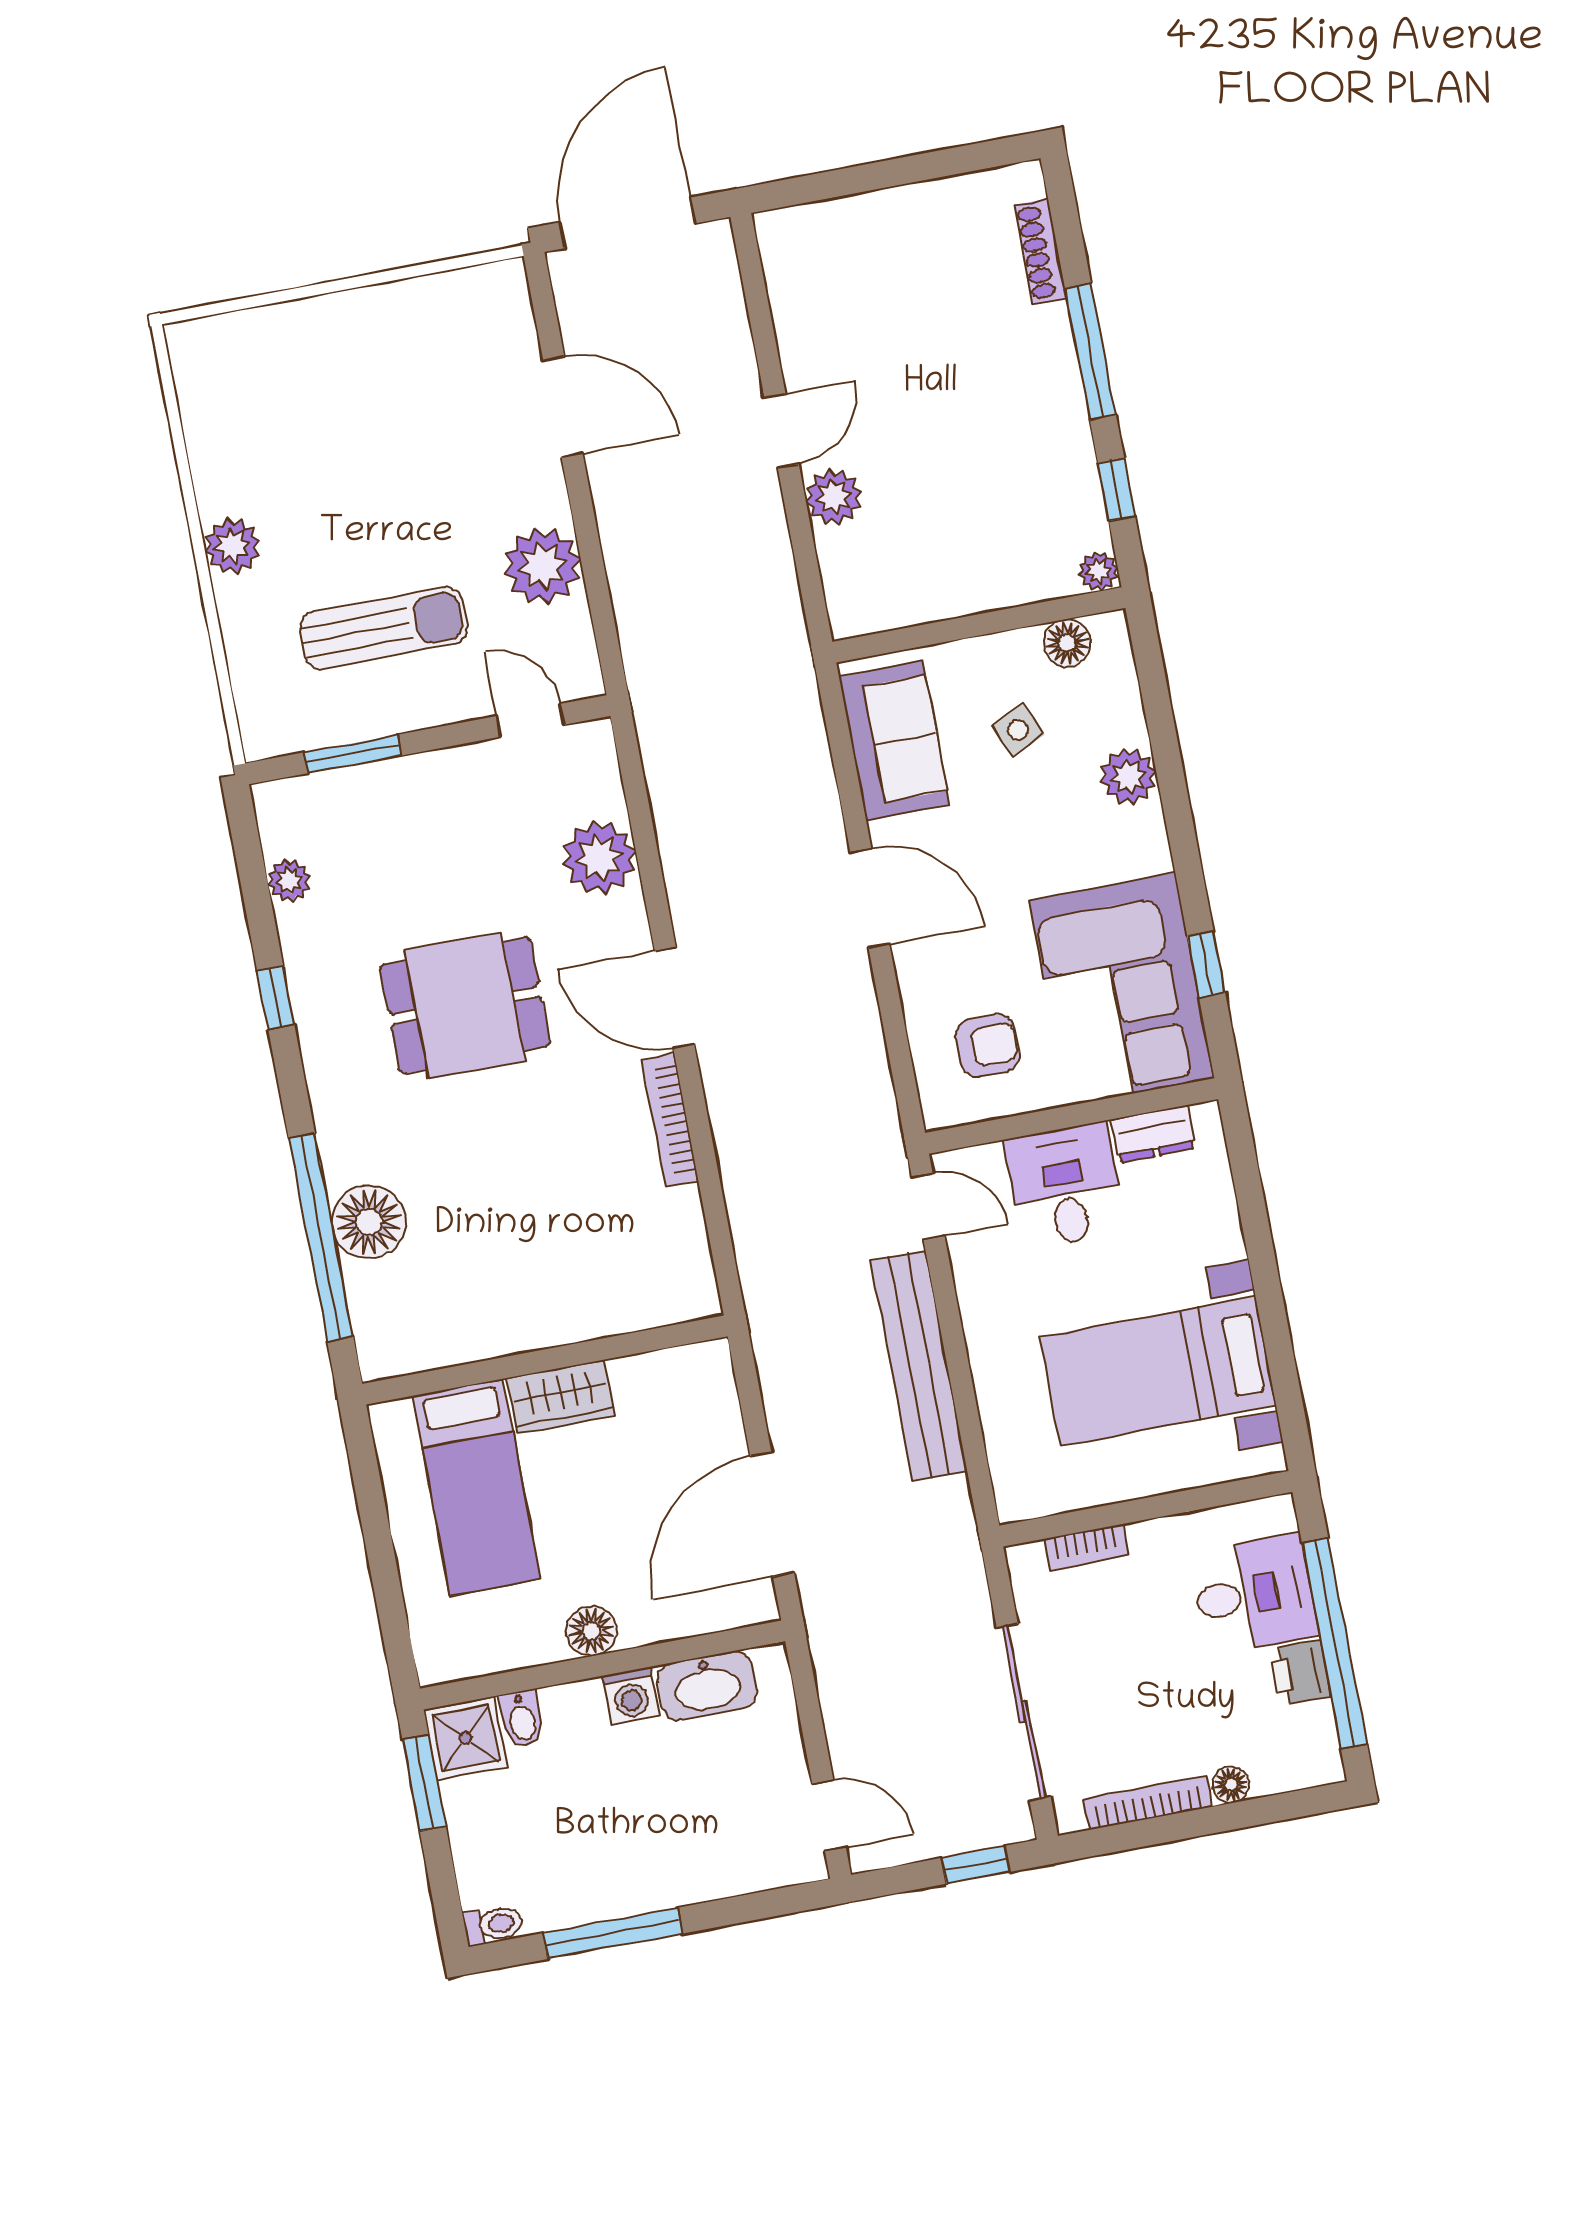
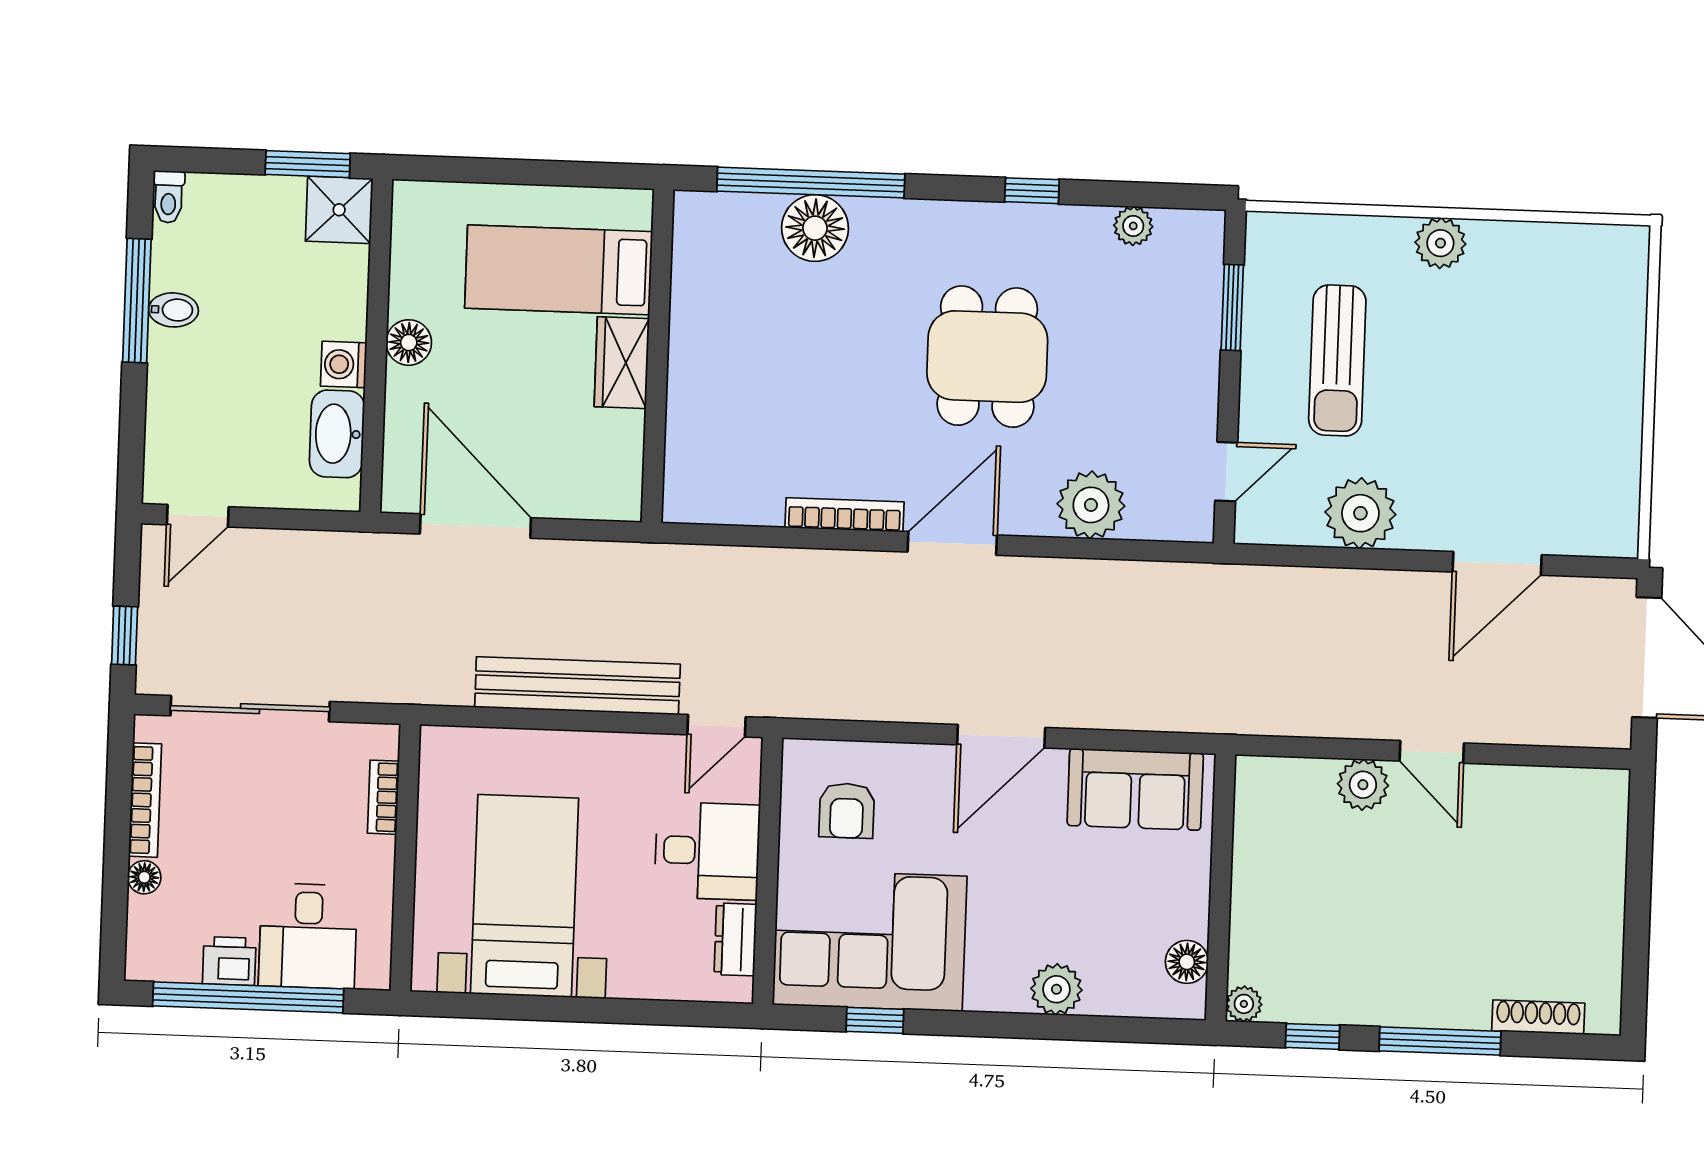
side table: (1018, 730) -> (1120, 901), removed
bidet: (522, 1719) -> (173, 310), moved, turned 180

